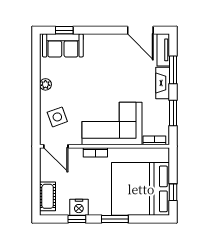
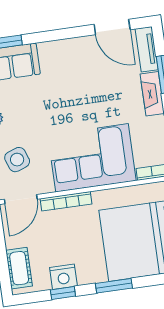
door: (56, 146) -> (21, 199), hinge flipped
bookcase: (95, 152) -> (66, 201), width x1.56

